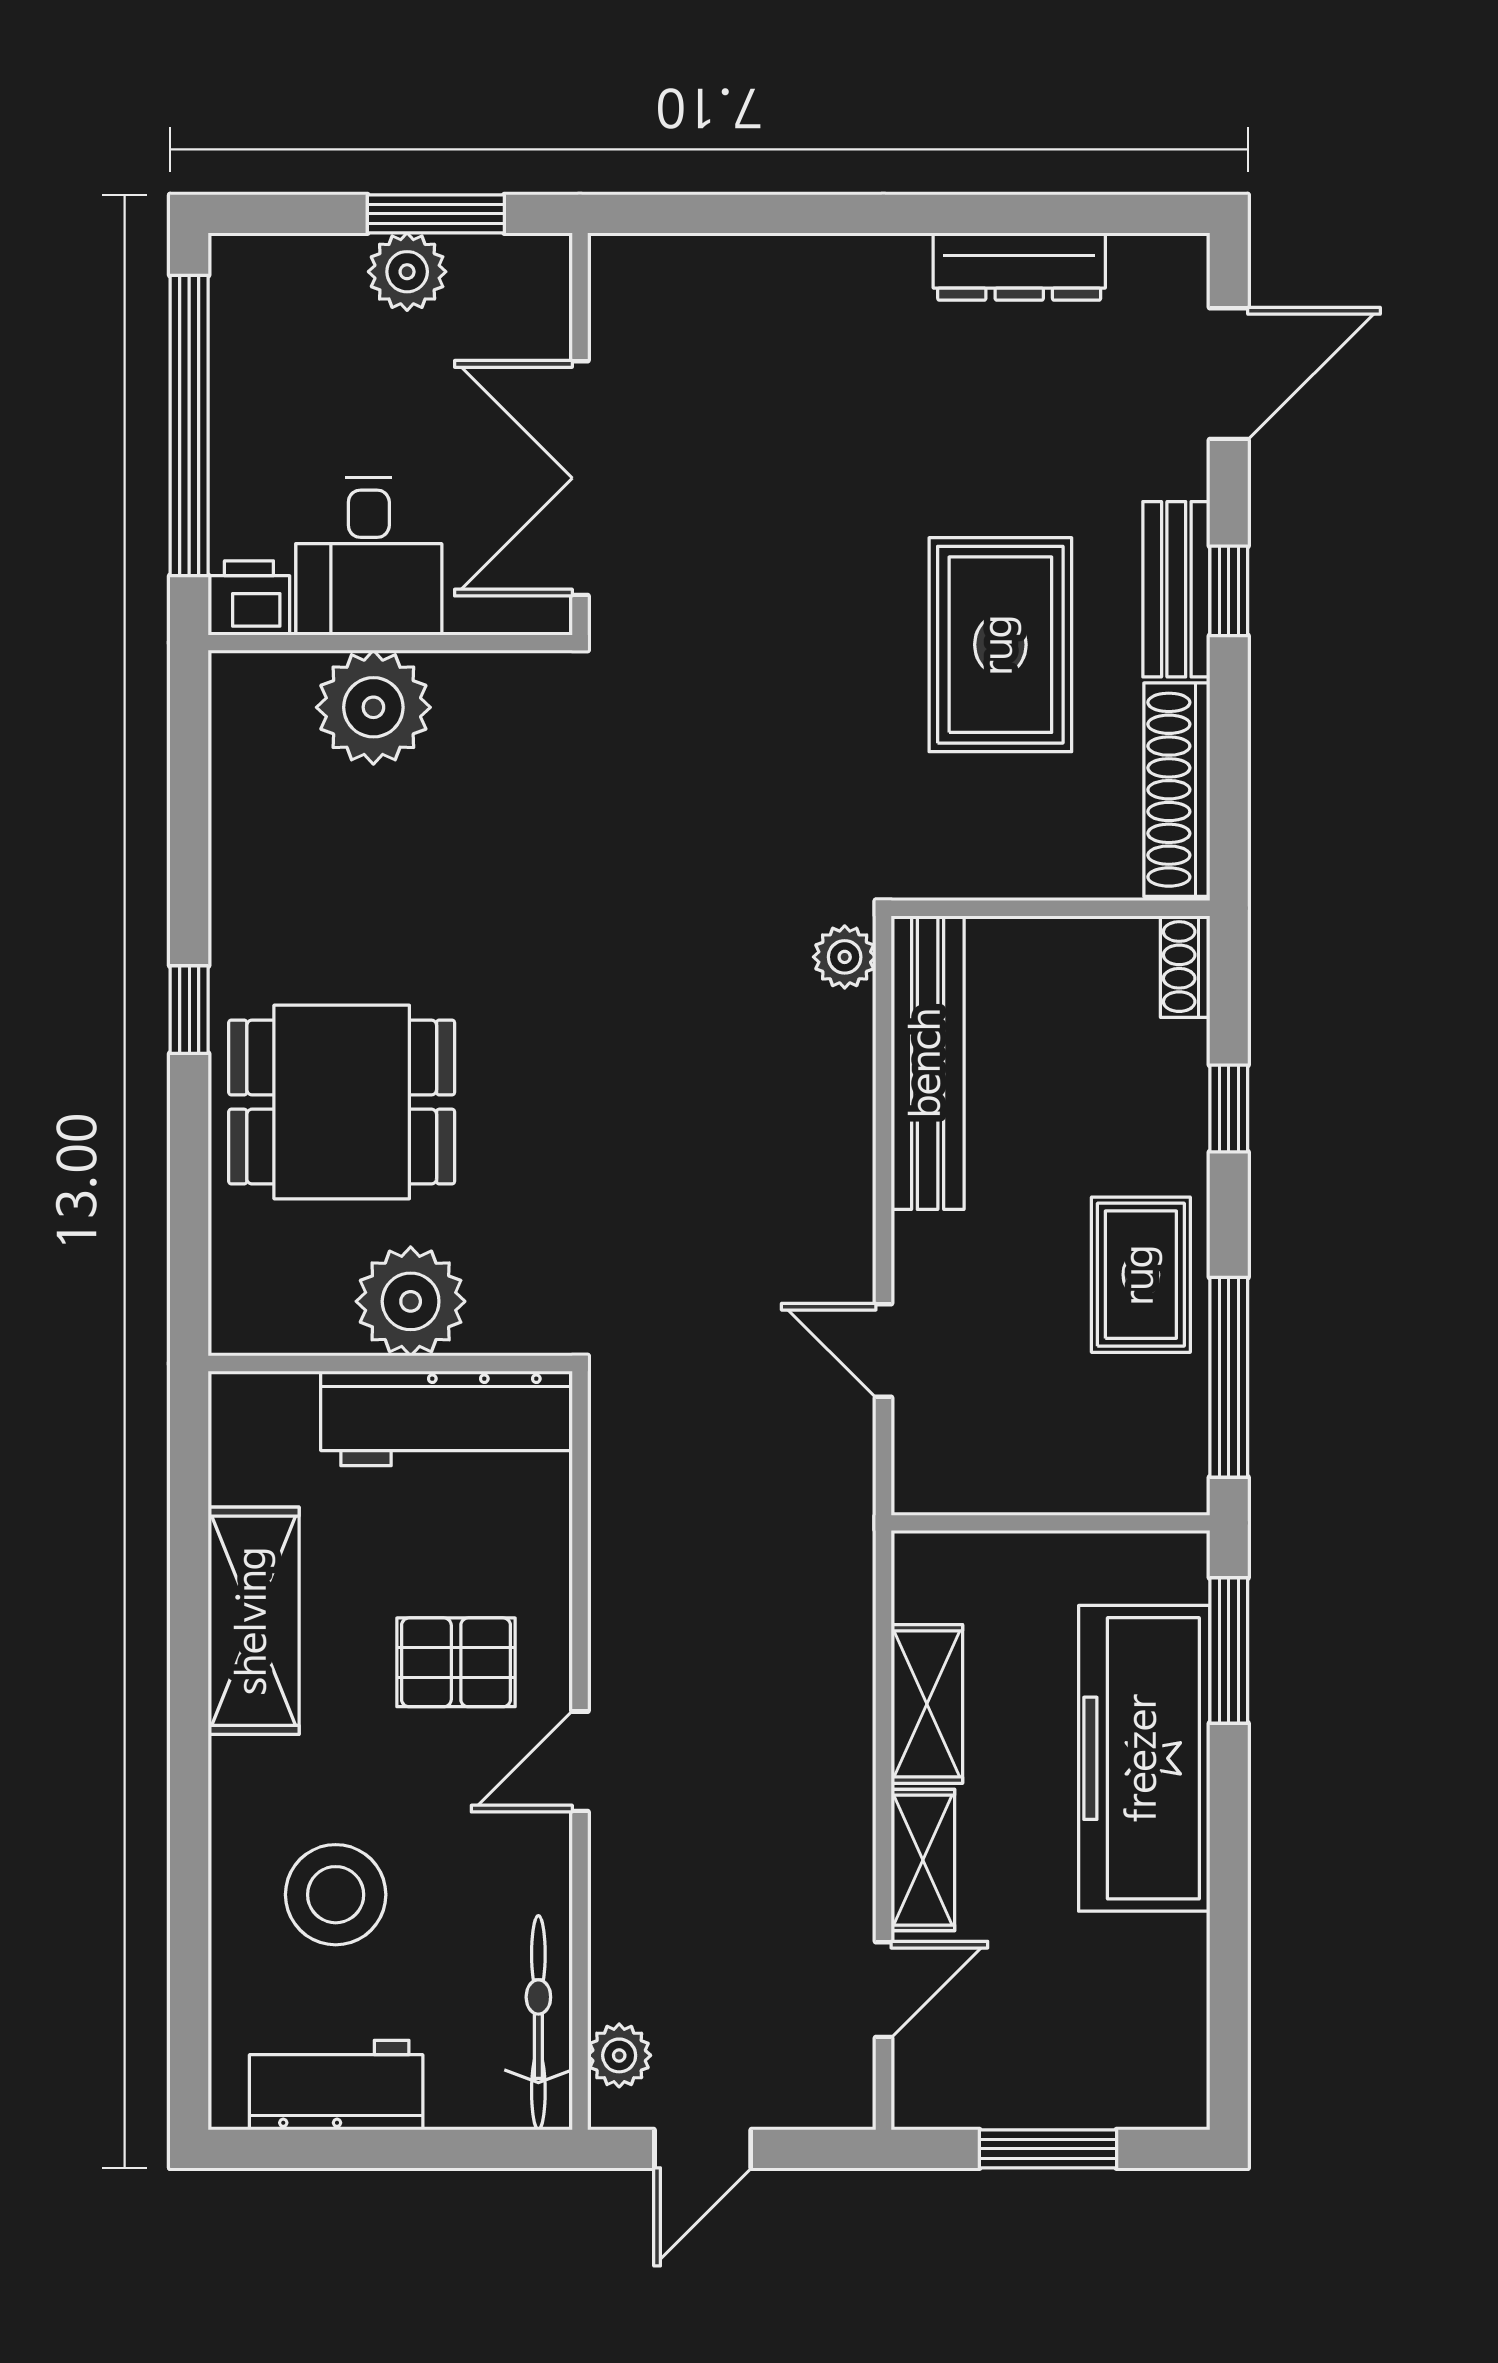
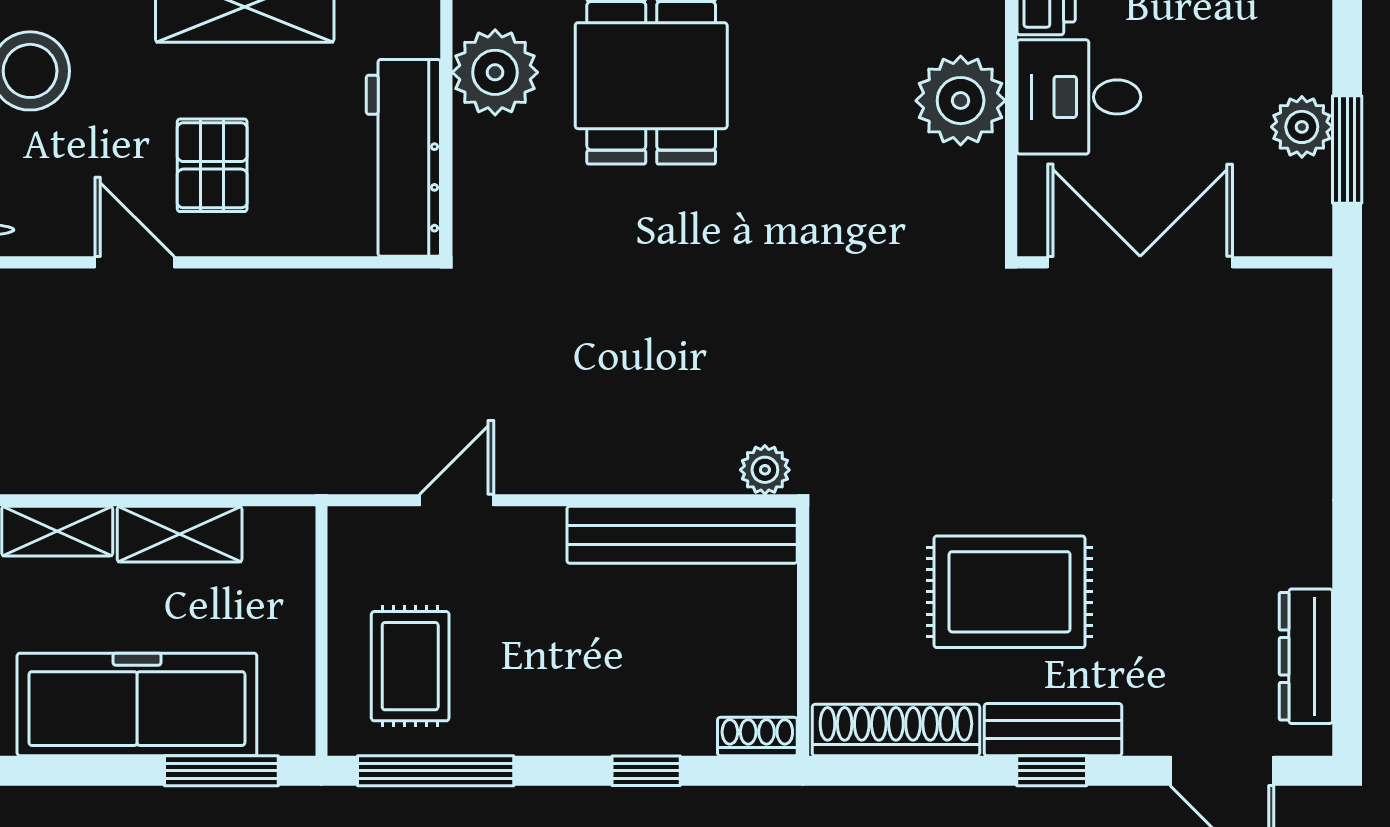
dresser: (1019, 267) -> (1306, 656), moved
rug: (1141, 1275) -> (410, 666), moved, turned 90
plant: (411, 1301) -> (495, 72), moved

